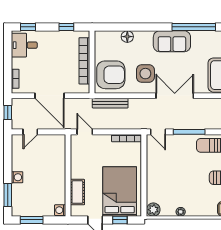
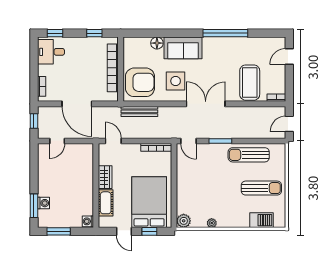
sofa: (172, 41) -> (183, 48), moved
window: (189, 132) -> (220, 141), width x0.69
wardrobe: (77, 167) -> (105, 177), added
washing machine: (17, 177) -> (44, 203), moved

